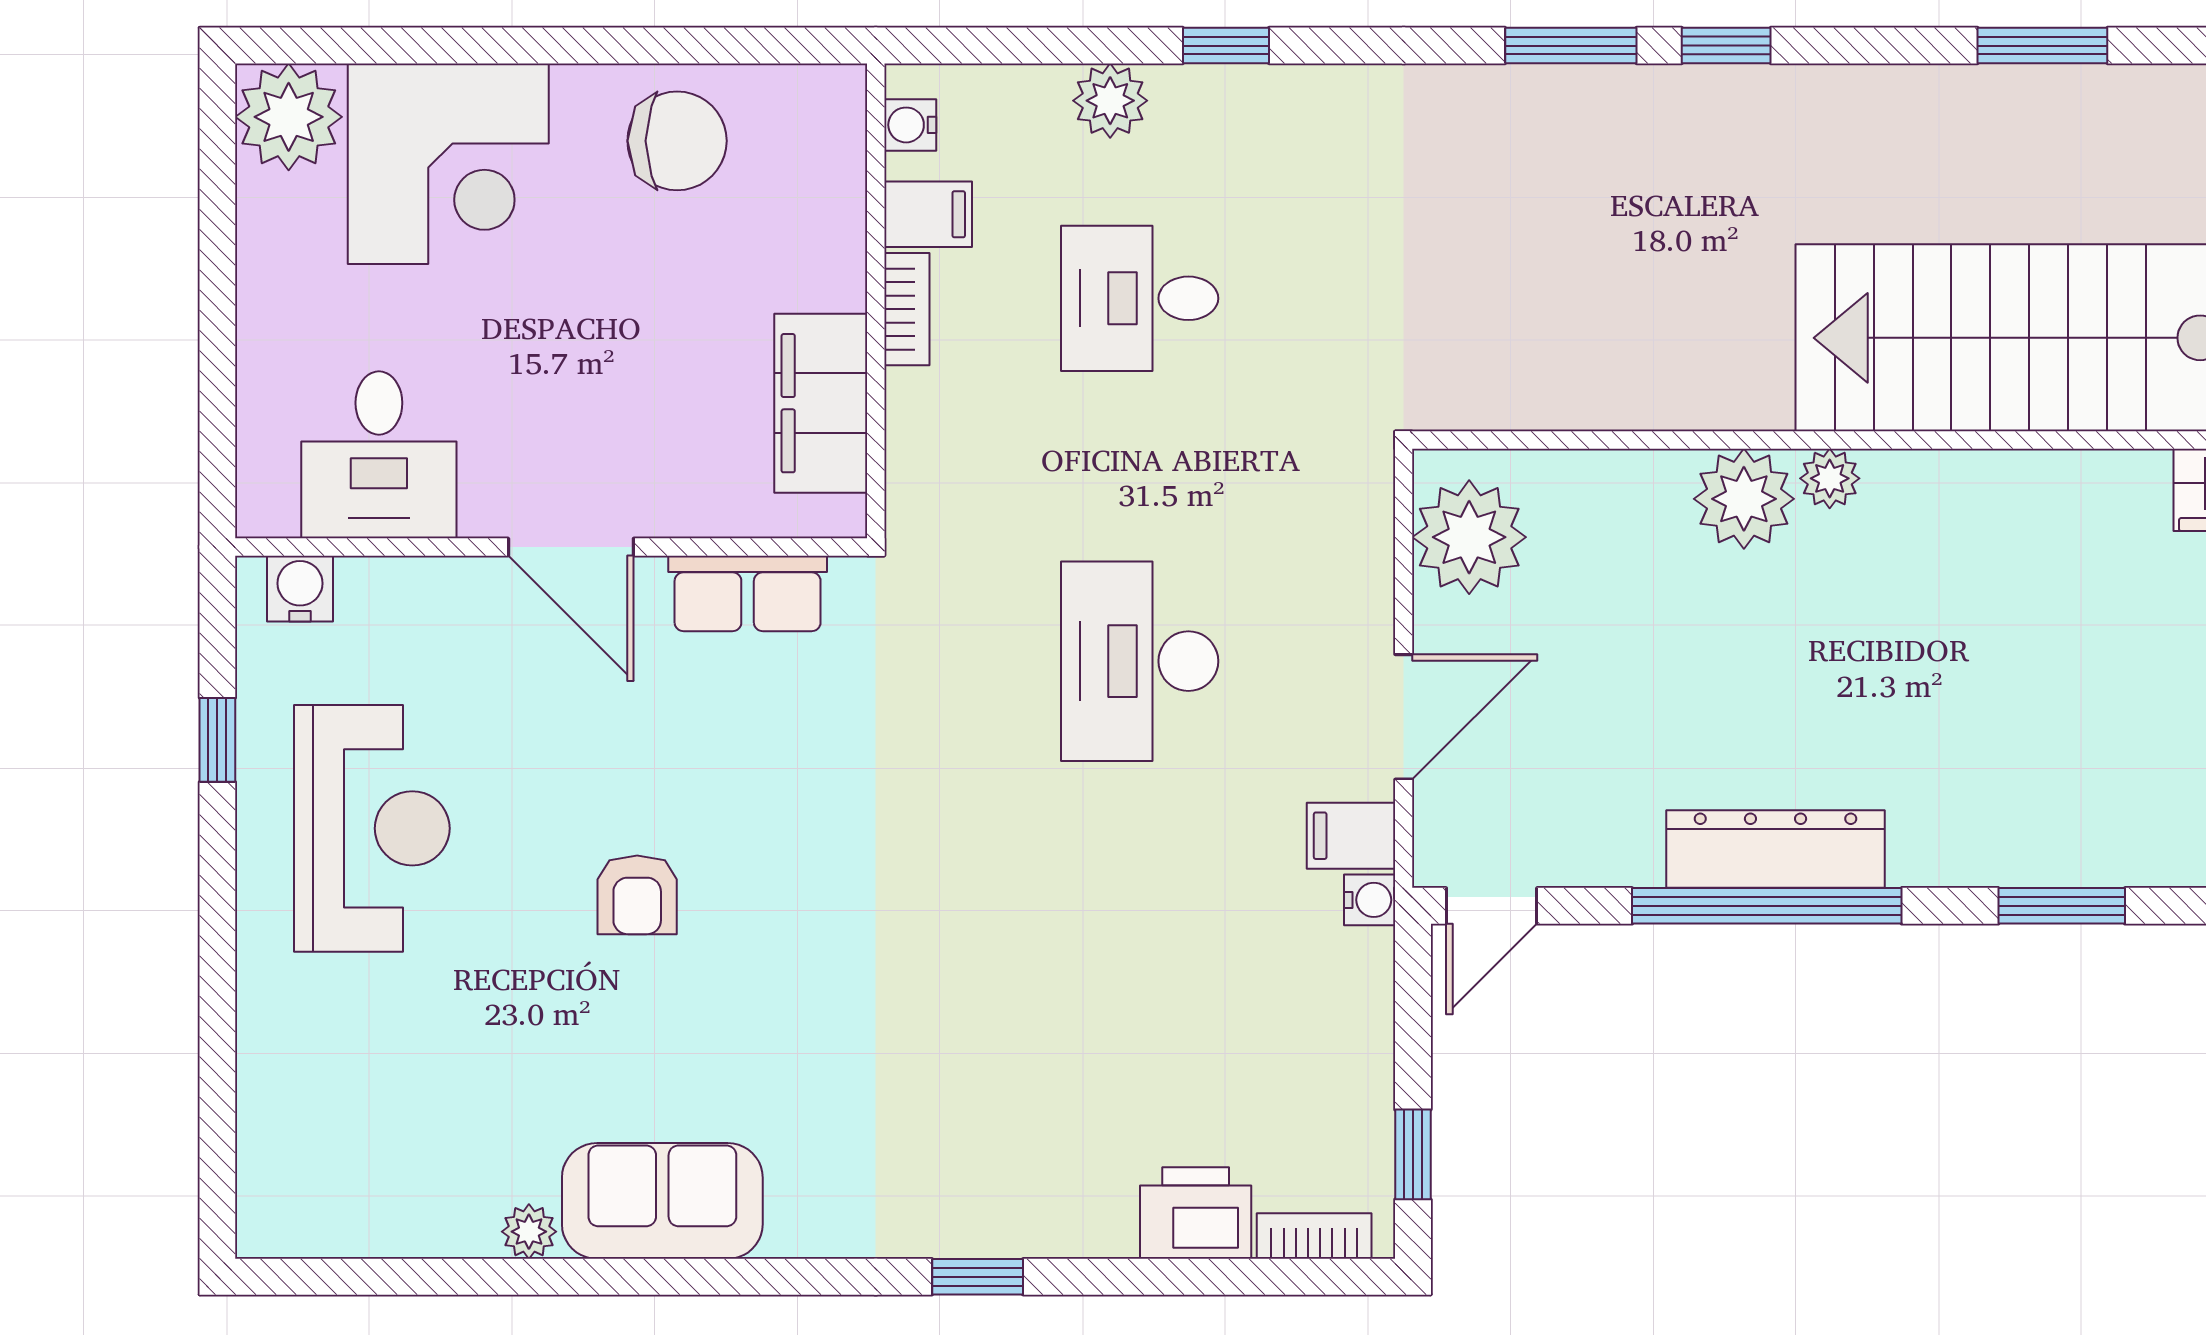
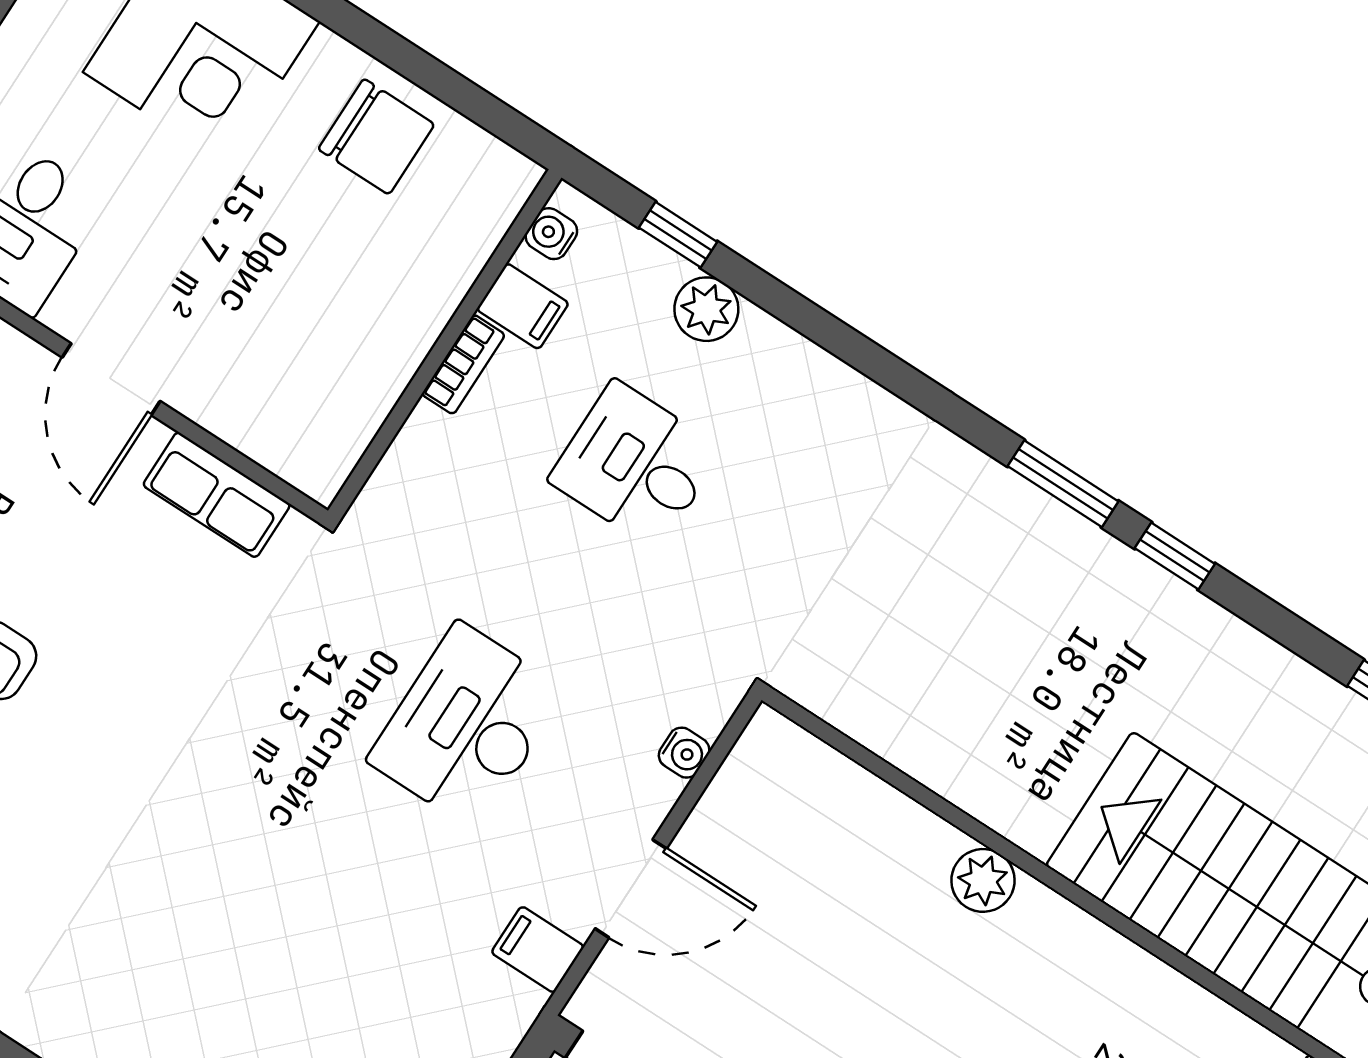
window: (1226, 46) -> (678, 235), moved
filing cabinet: (821, 403) -> (358, 392), removed
plant: (1830, 478) -> (1048, 915), removed
plant: (1744, 499) -> (983, 880), width x0.73, depth x0.73
plant: (1469, 537) -> (761, 790), removed
water cooler: (1370, 900) -> (684, 753), moved

